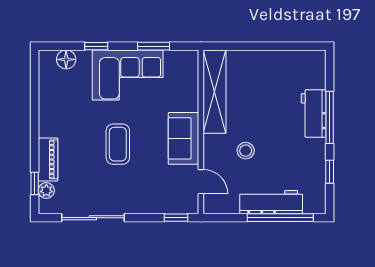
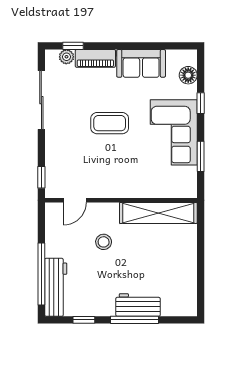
sofa: (184, 138) -> (141, 63), moved, turned 180
workbench: (271, 202) -> (56, 287), moved

